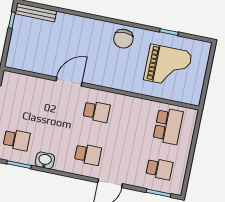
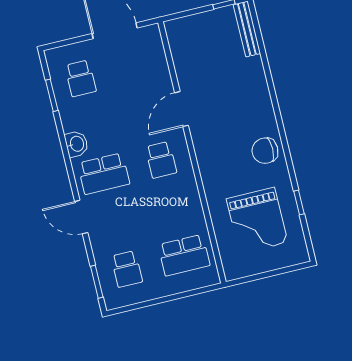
door: (69, 82) -> (182, 109), swing flipped
school desk: (88, 154) -> (104, 174), width x1.85
washbasin: (45, 160) -> (76, 144), moved

